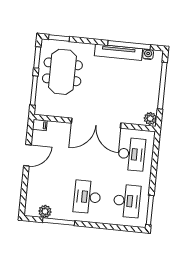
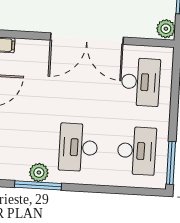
plant: (45, 211) -> (39, 172), moved

